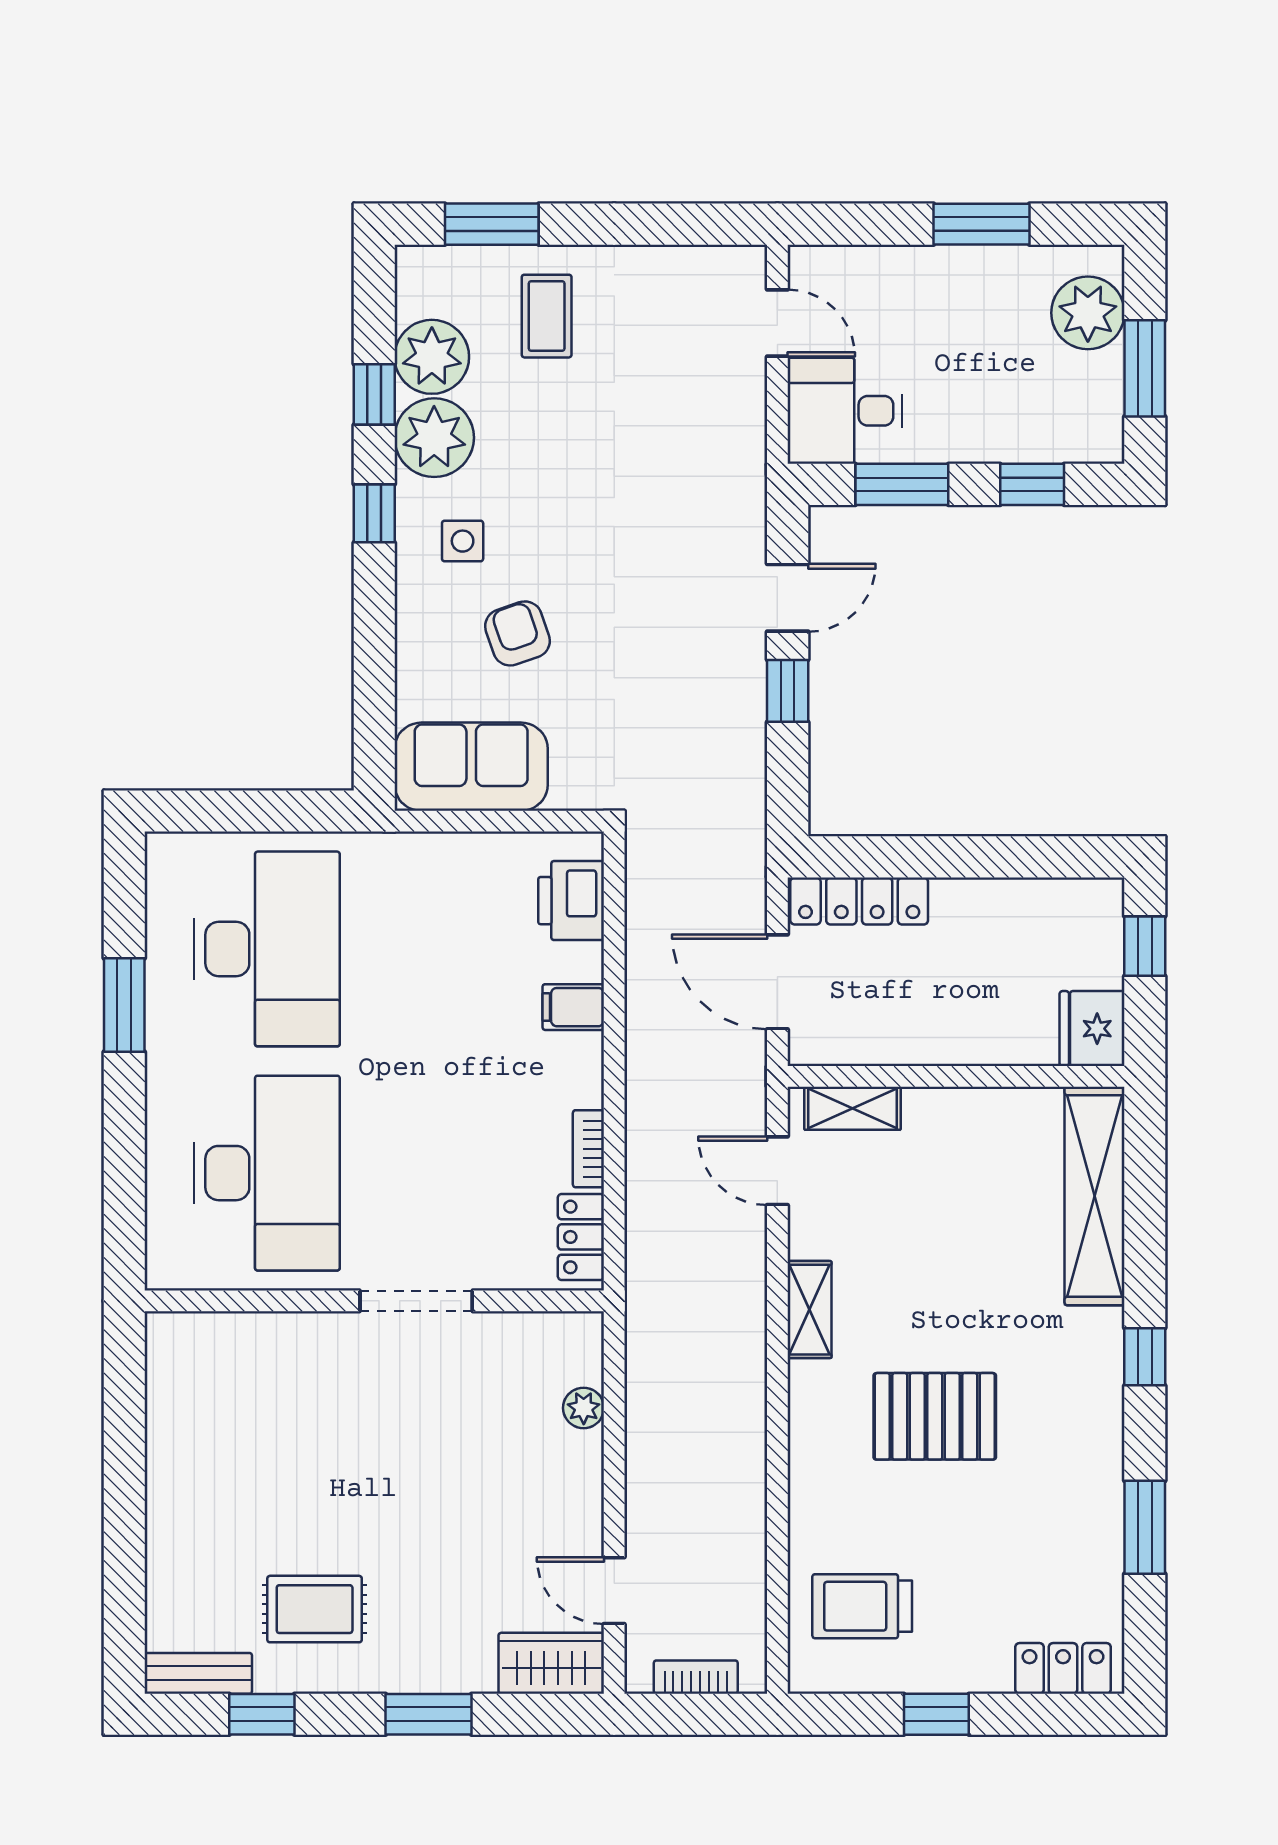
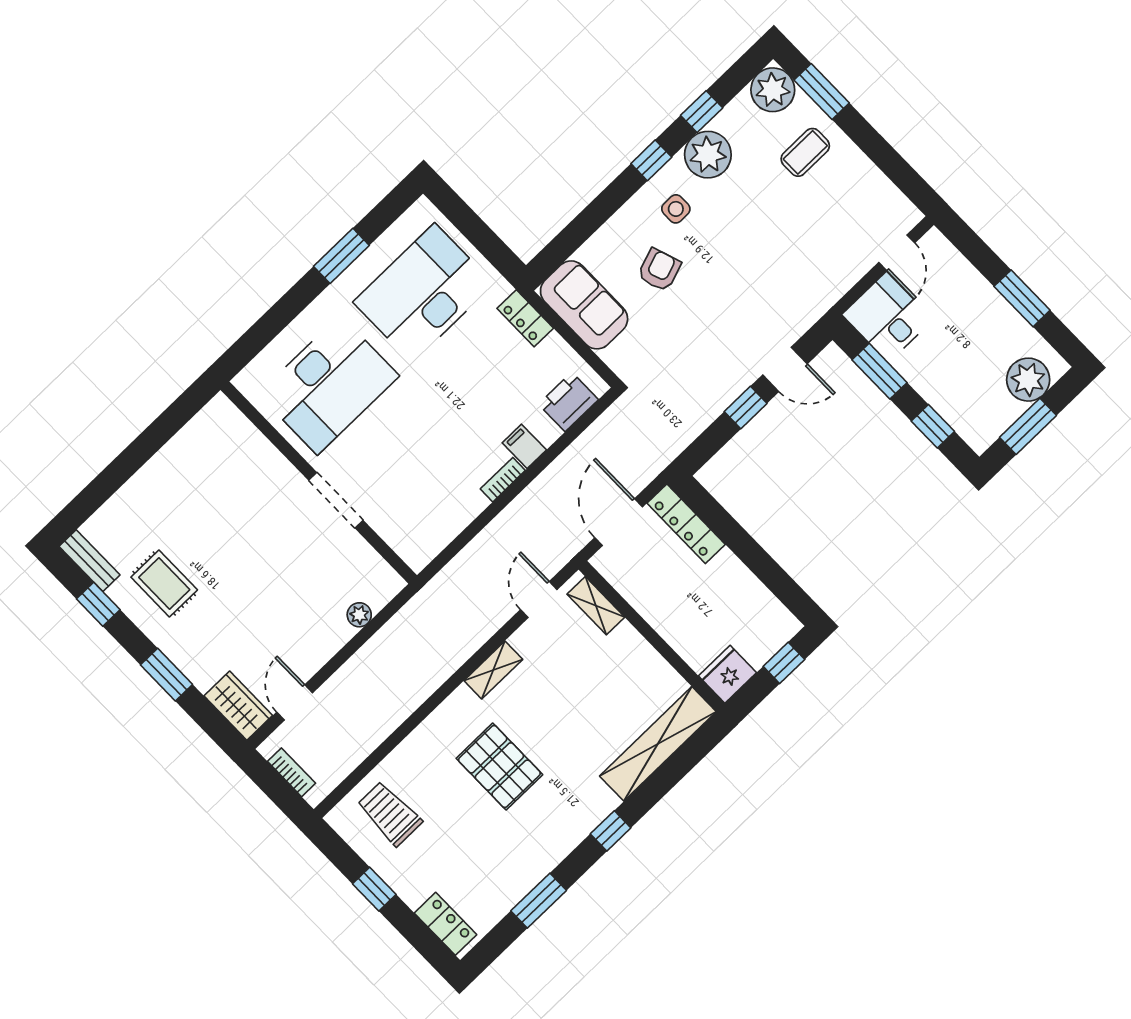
plant: (432, 357) -> (773, 90), moved
desk: (267, 949) -> (423, 293), turned 180
bookcase: (588, 1149) -> (503, 480), moved
locker: (581, 1237) -> (525, 318), moved, turned -90

